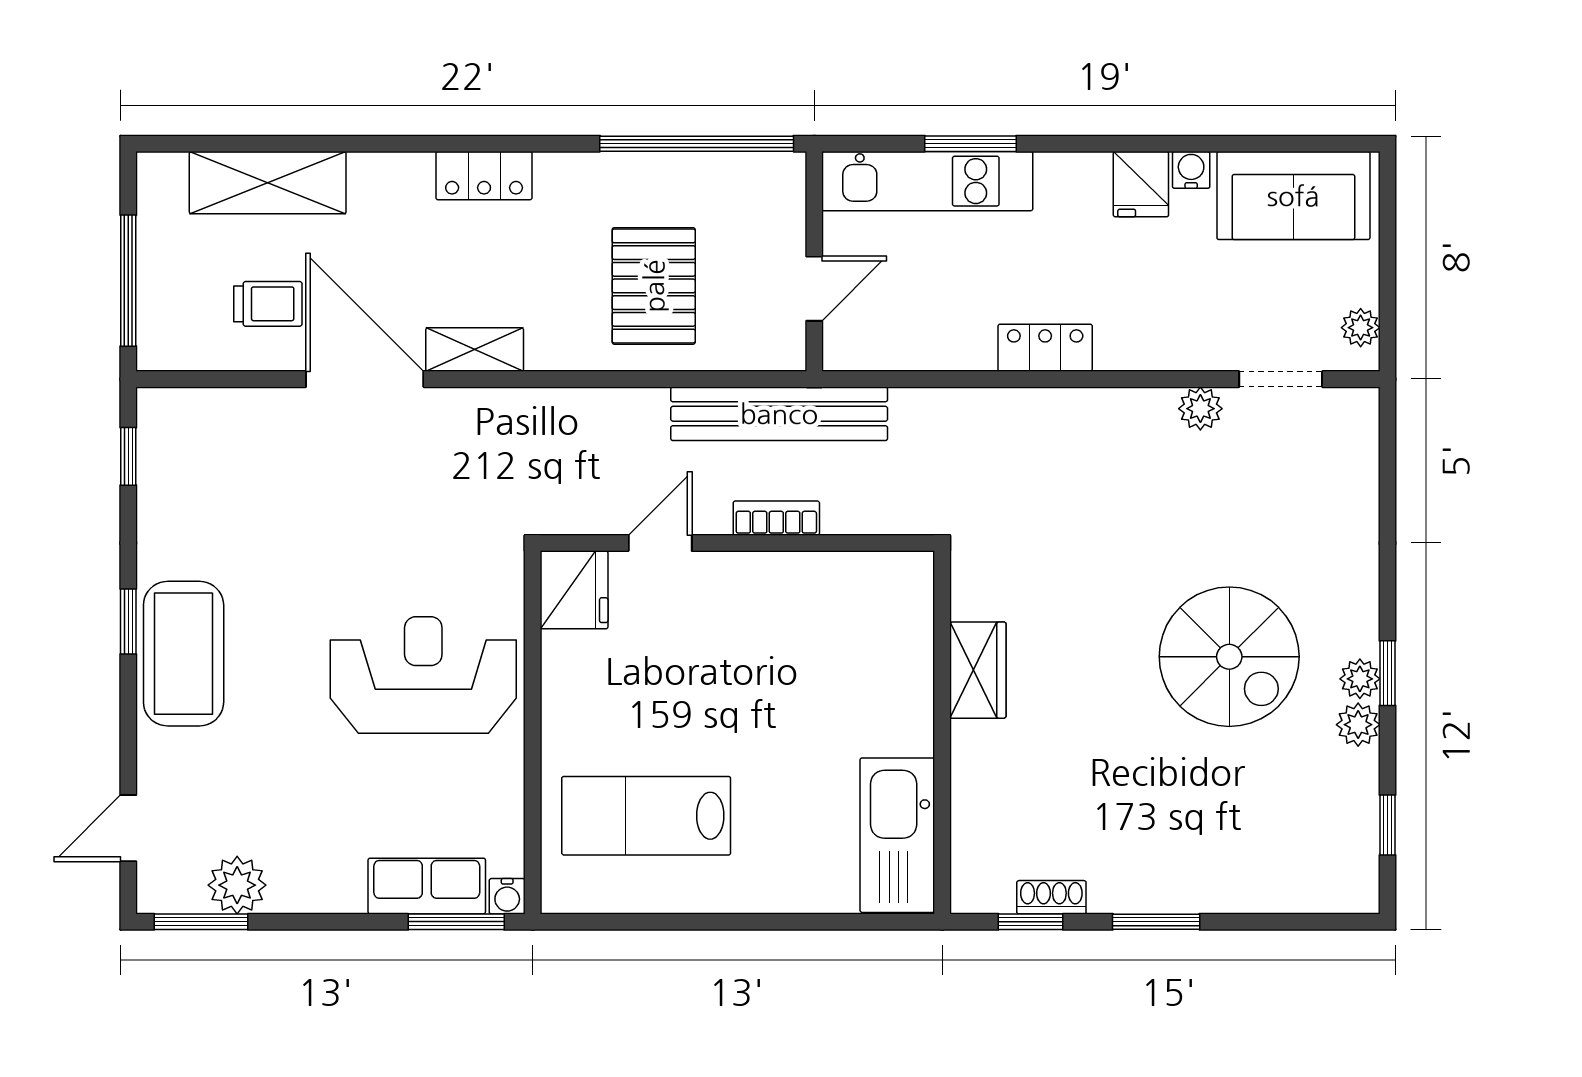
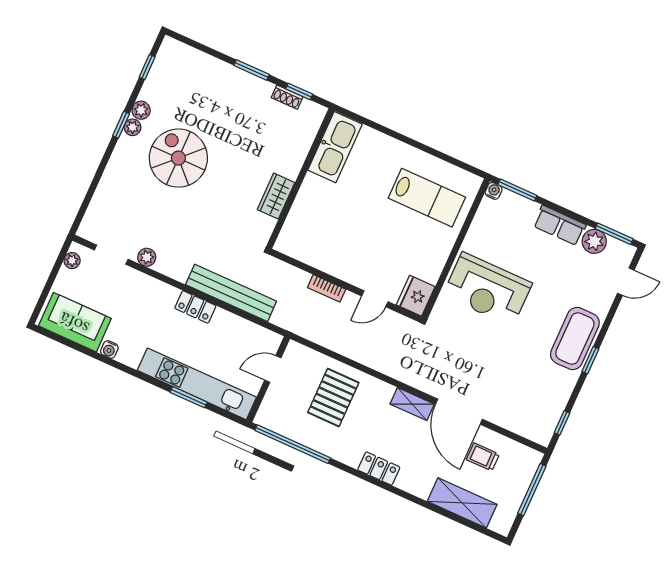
kitchen unit: (927, 181) -> (197, 384), width x1.36
fridge: (1141, 184) -> (131, 353), removed
bench: (779, 414) -> (231, 293), moved
row of seats: (427, 886) -> (560, 225), moved

